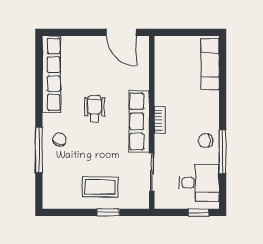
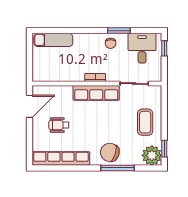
wheelchair: (94, 109) -> (59, 125), moved
chair: (60, 140) -> (110, 152), width x1.87, depth x1.87
window: (223, 152) -> (119, 31), width x0.69
plant: (56, 196) -> (152, 155), added
window: (108, 212) -> (164, 149), moved

